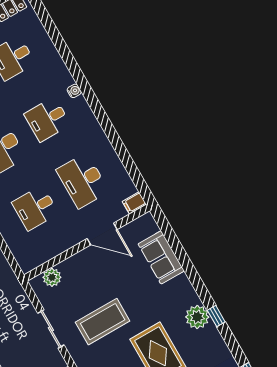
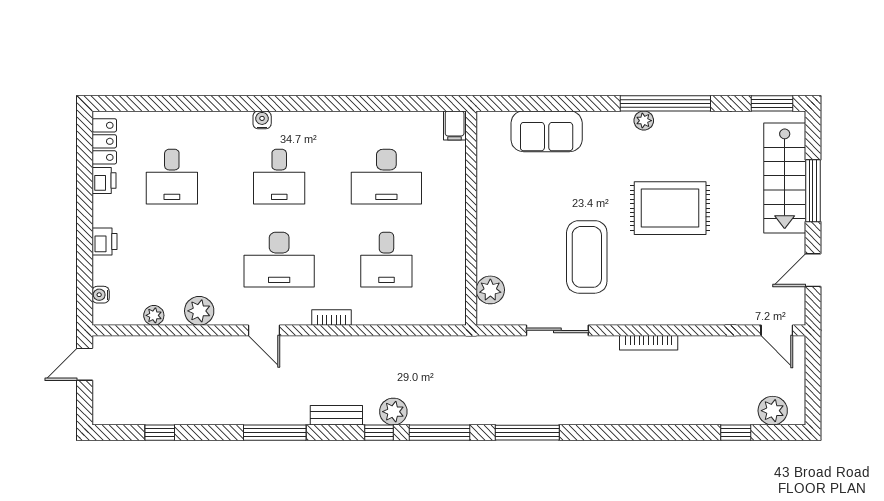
door: (102, 234) -> (471, 191), removed
window: (216, 316) -> (665, 103), width x3.17
plant: (197, 317) -> (644, 121), width x0.53, depth x0.53

